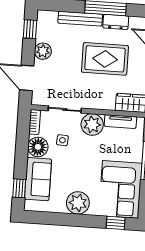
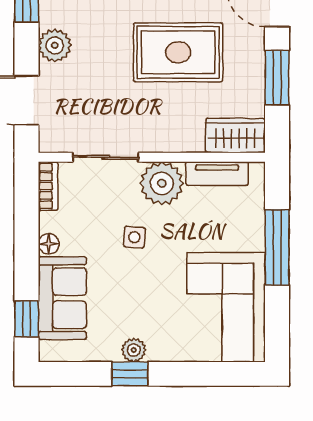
side table: (62, 140) -> (134, 237), moved
floor lamp: (38, 147) -> (49, 244), width x0.53, depth x0.53
plant: (78, 203) -> (134, 350), width x0.53, depth x0.53
window: (116, 223) -> (130, 374), moved

